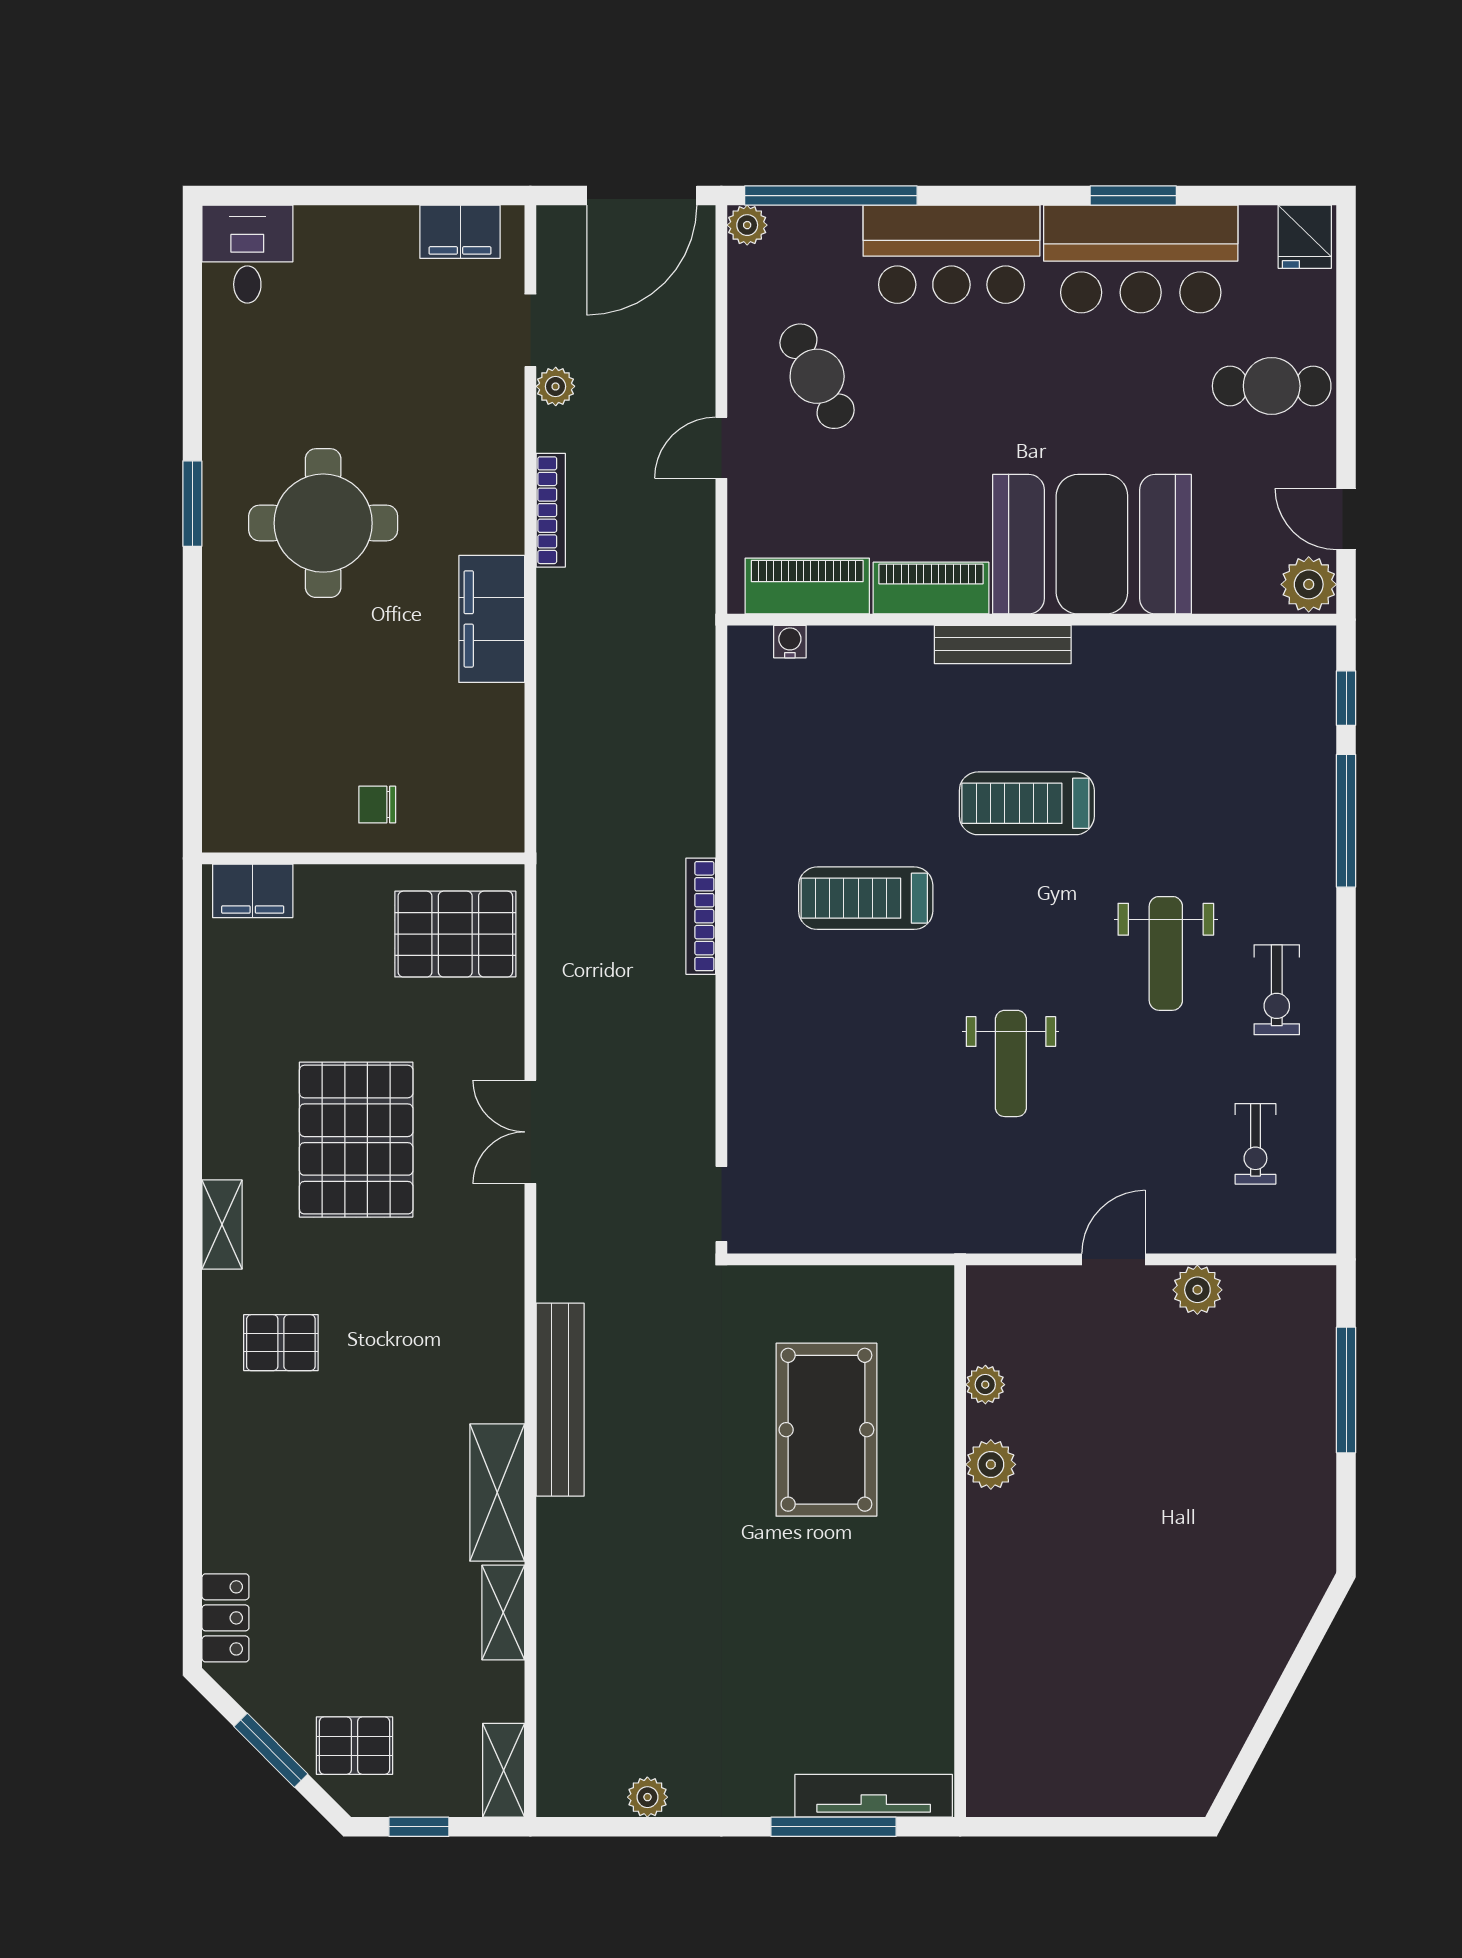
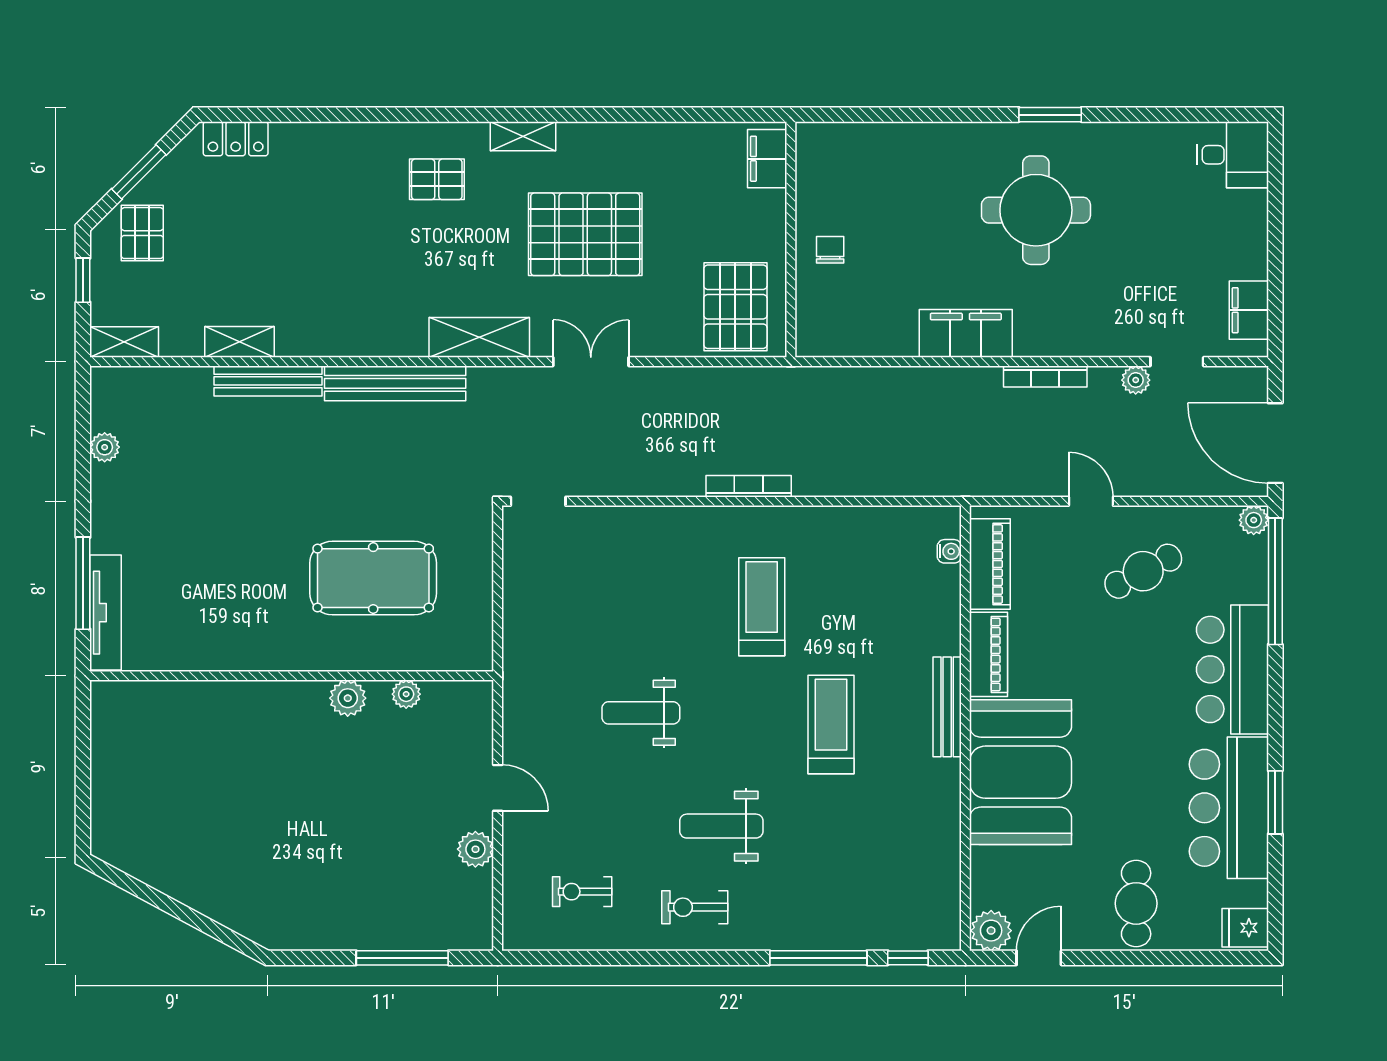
pallet: (281, 1343) -> (437, 179), turned 90
shelving: (497, 1493) -> (479, 337), moved
bench: (557, 1574) -> (268, 381), added

